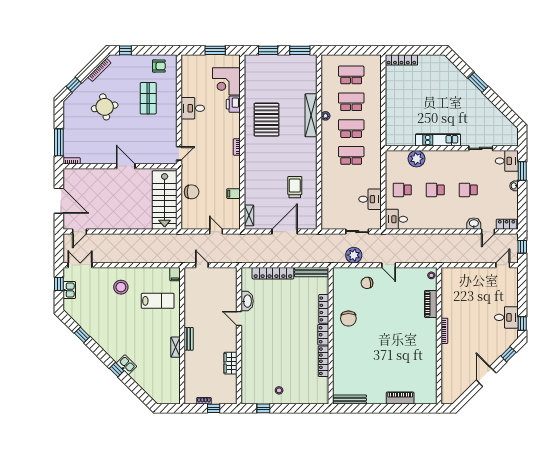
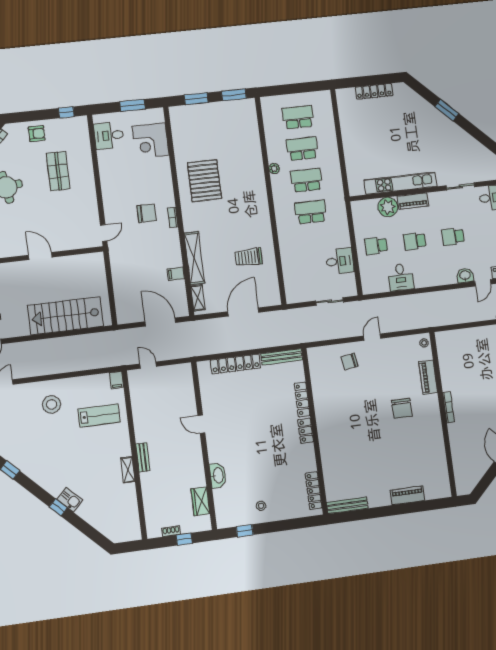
window: (125, 50) -> (66, 112), moved
locker: (401, 60) -> (374, 91), moved
armchair: (159, 66) -> (37, 134), moved
printer: (233, 104) -> (162, 167), removed
desk: (193, 108) -> (109, 136), moved
shelving: (311, 115) -> (194, 258), moved
kitchen unit: (438, 140) -> (400, 183), width x1.36
piano: (438, 156) -> (413, 201), added
trolley: (295, 187) -> (249, 257), turned -90
chair: (192, 192) -> (146, 213), moved
stairs: (165, 200) -> (66, 316), moved, turned 90
desk: (396, 219) -> (401, 277), moved, turned -90
door: (216, 232) -> (160, 322), width x1.88
plant: (354, 255) -> (329, 330), removed
door: (389, 265) -> (372, 337), swing flipped
washbasin: (247, 301) -> (218, 475), moved
chair: (348, 319) -> (402, 408), moved
locker: (323, 361) -> (314, 491), moved
wardrobe: (231, 363) -> (200, 501), moved

